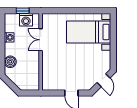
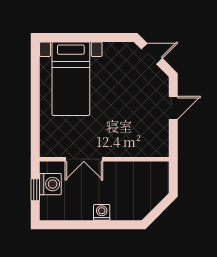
washing machine: (9, 37) -> (102, 212), moved
boiler: (10, 62) -> (121, 210), removed

